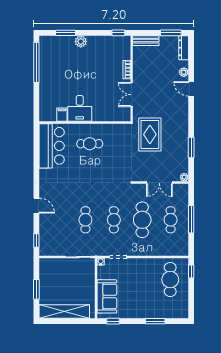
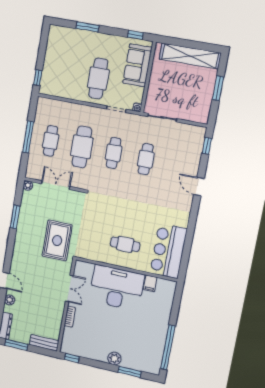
desk: (80, 108) -> (117, 288), width x1.87, depth x1.30
cafe table: (170, 280) -> (98, 78), moved

